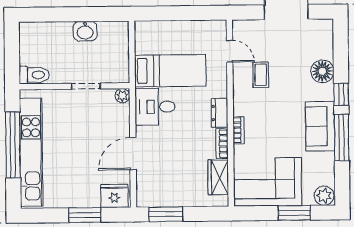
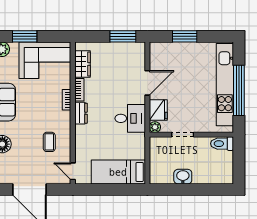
door: (230, 51) -> (73, 171), moved
bed: (170, 71) -> (118, 172), moved
fridge: (114, 196) -> (158, 110), moved, turned -90

